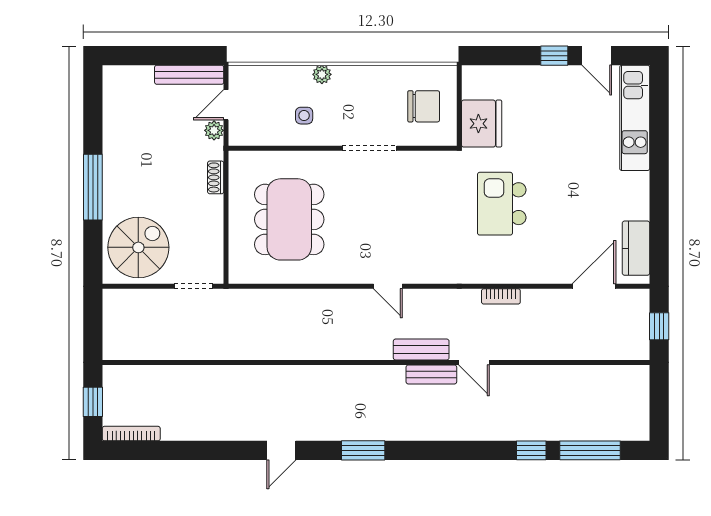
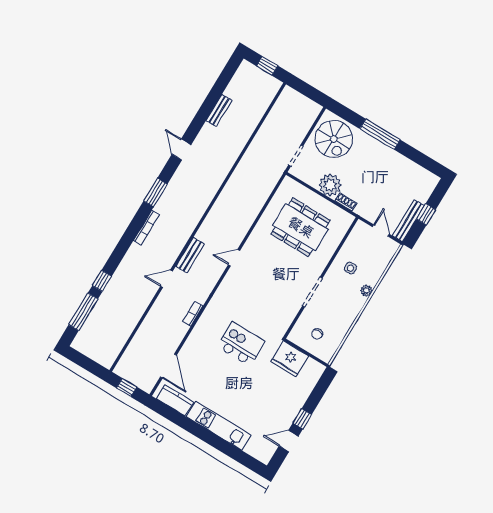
window: (166, 56) -> (426, 214), added
chair: (424, 106) -> (317, 334), width x0.54, depth x0.54
kitchen unit: (635, 118) -> (219, 426), moved
plant: (214, 130) -> (330, 185), moved, width x1.87, depth x1.87
bench: (431, 374) -> (219, 110), moved
bookcase: (131, 434) -> (146, 228), moved

